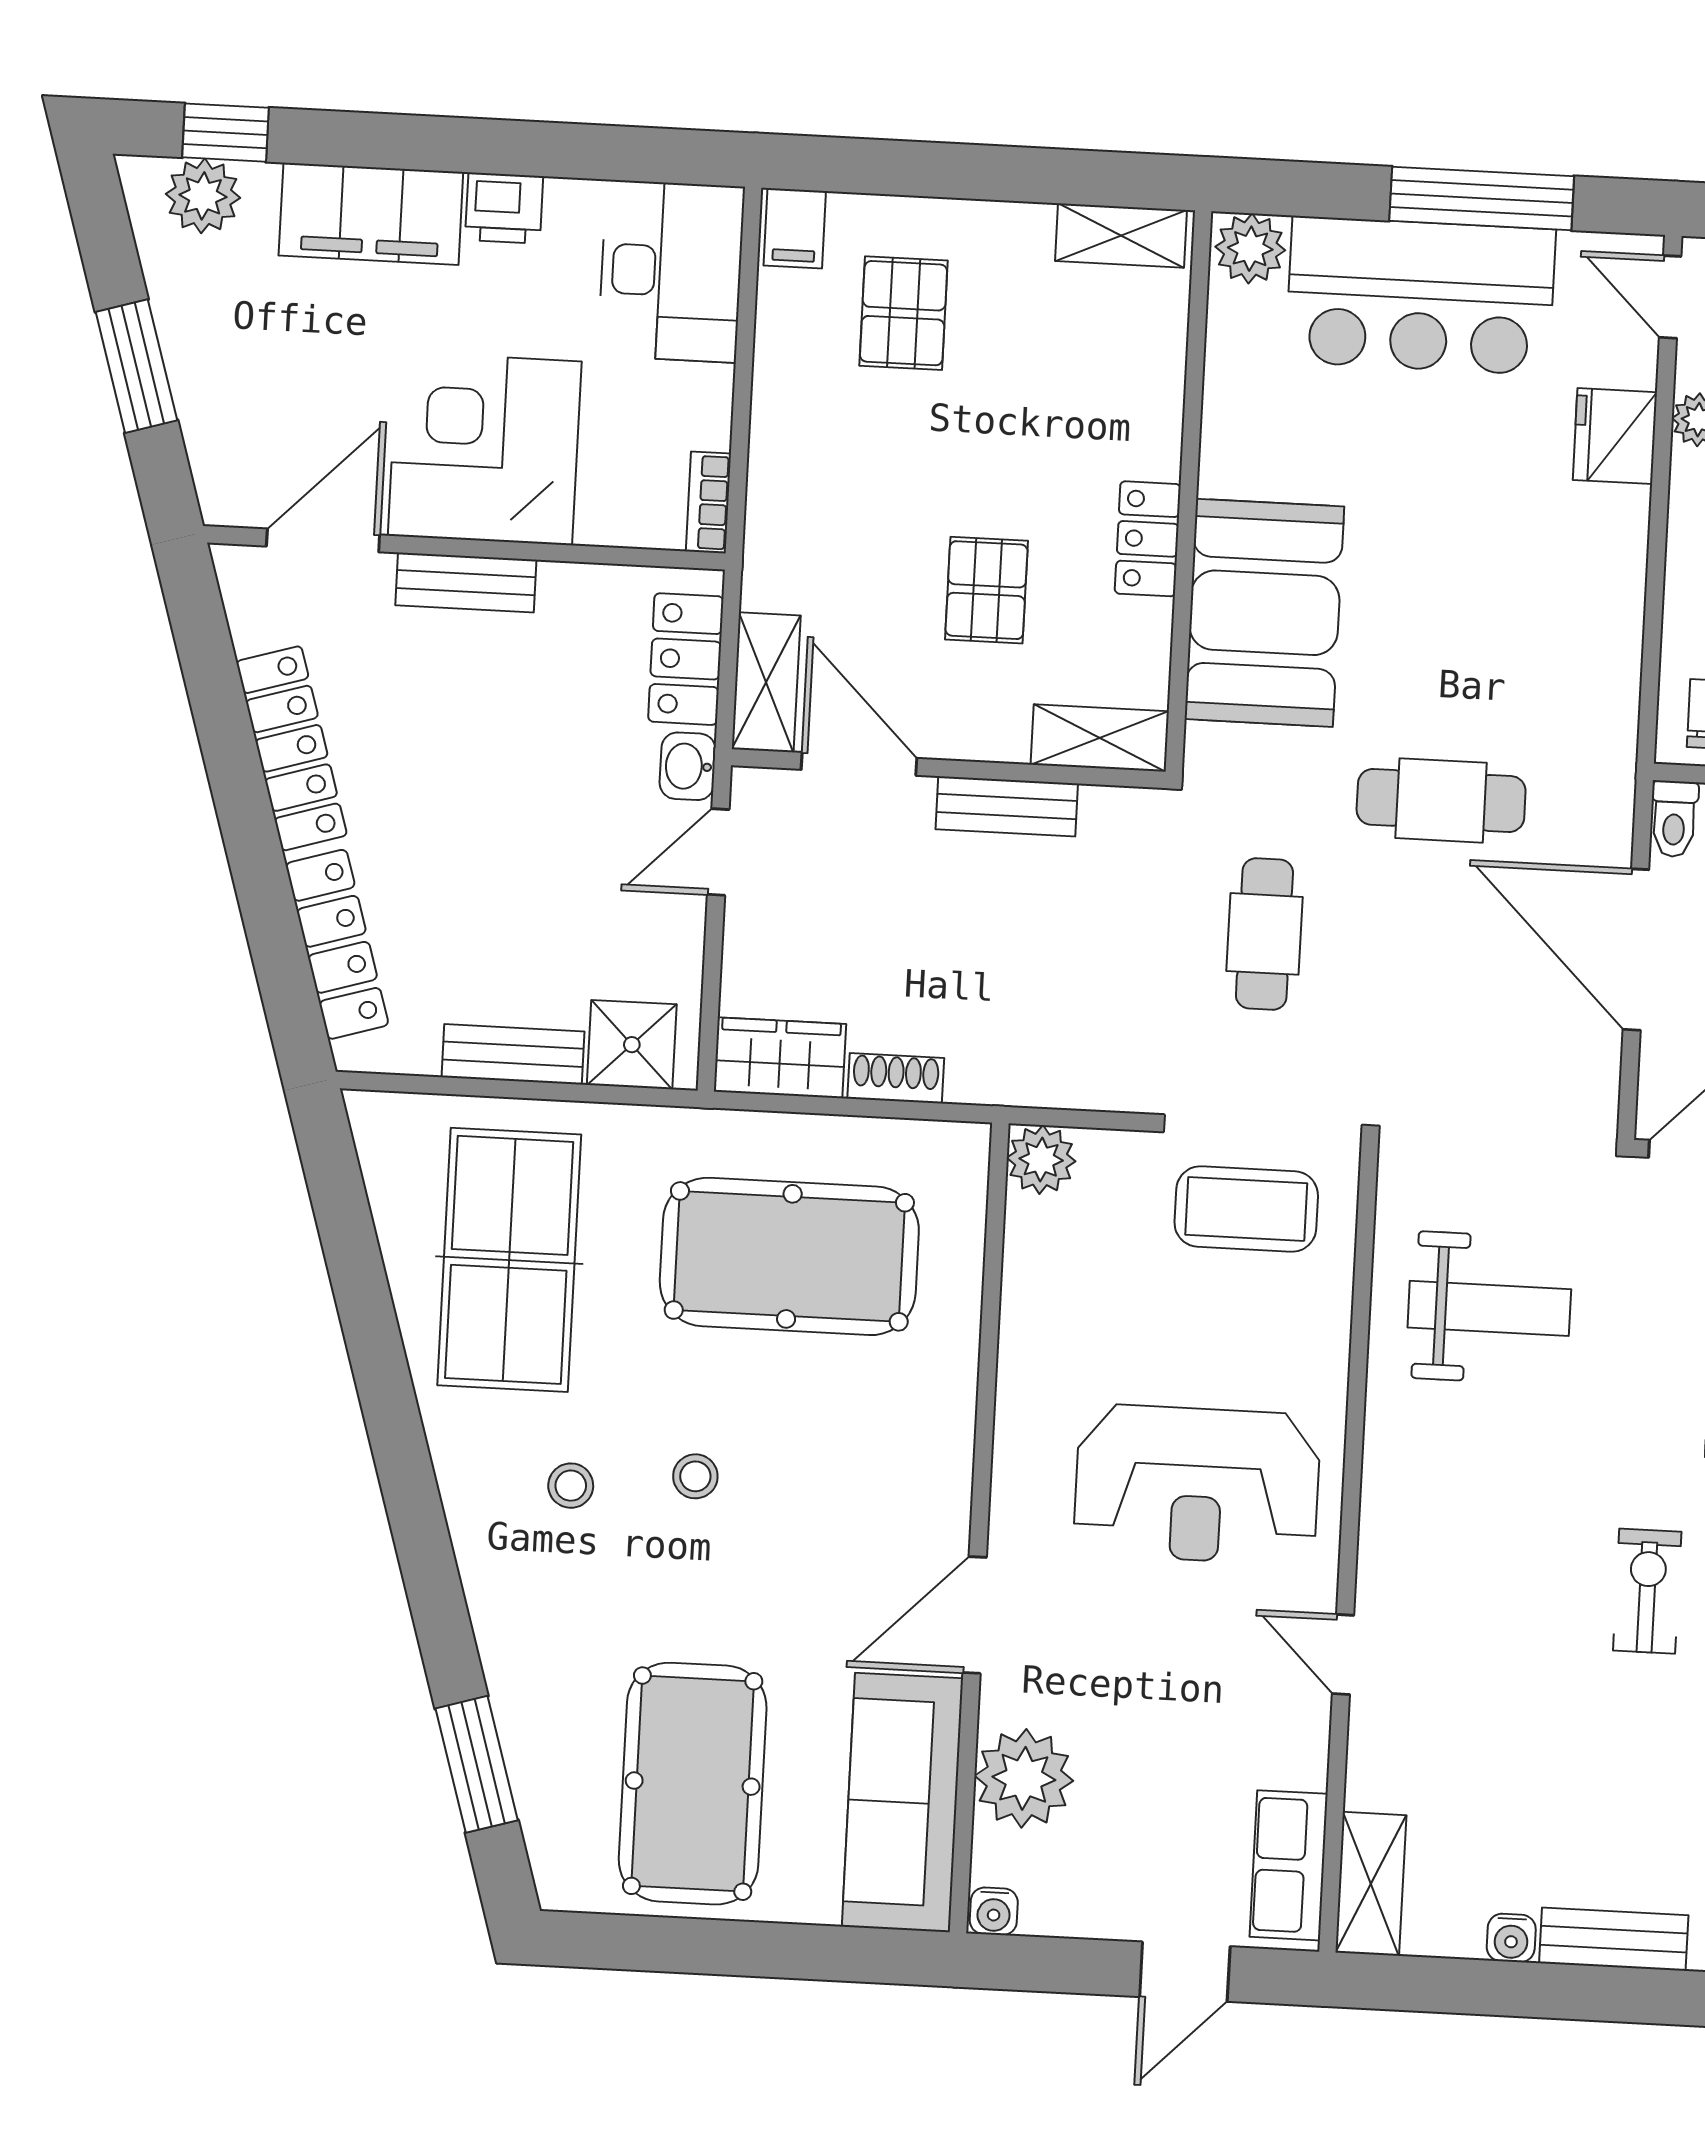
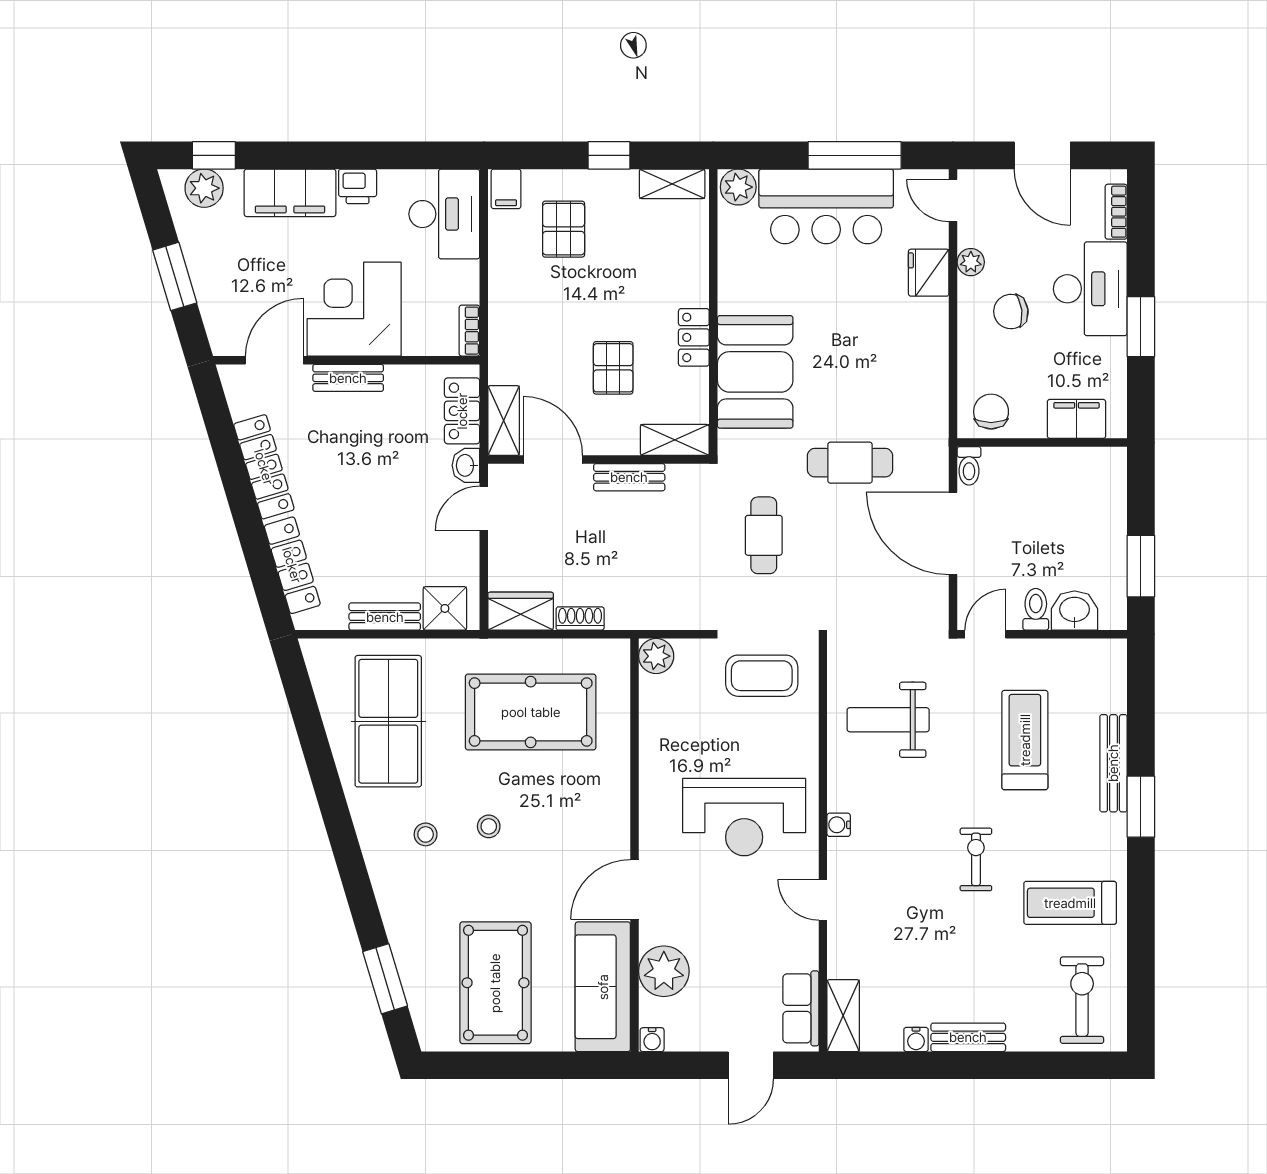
window: (1000, 173) -> (609, 155), added
weight bench: (1489, 1308) -> (888, 720), turned 180
water cooler: (1382, 1509) -> (839, 825), added

